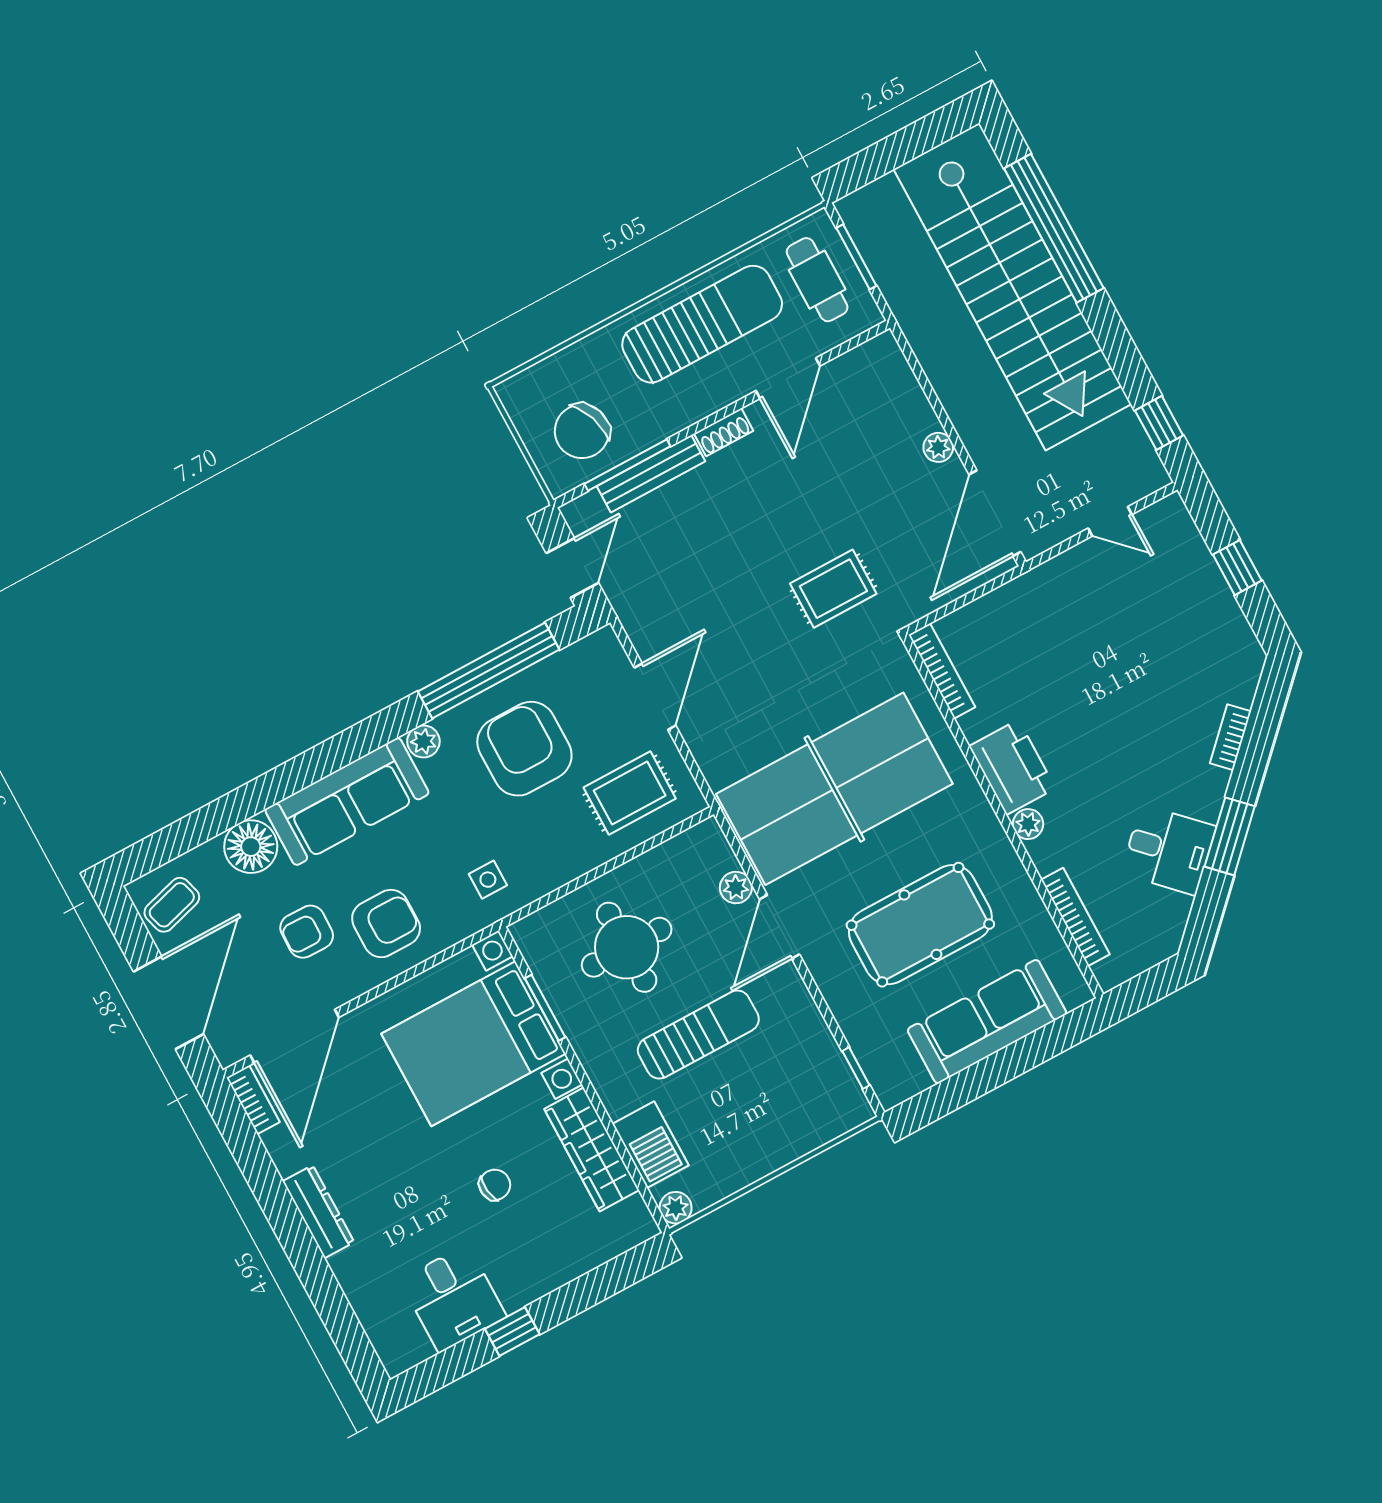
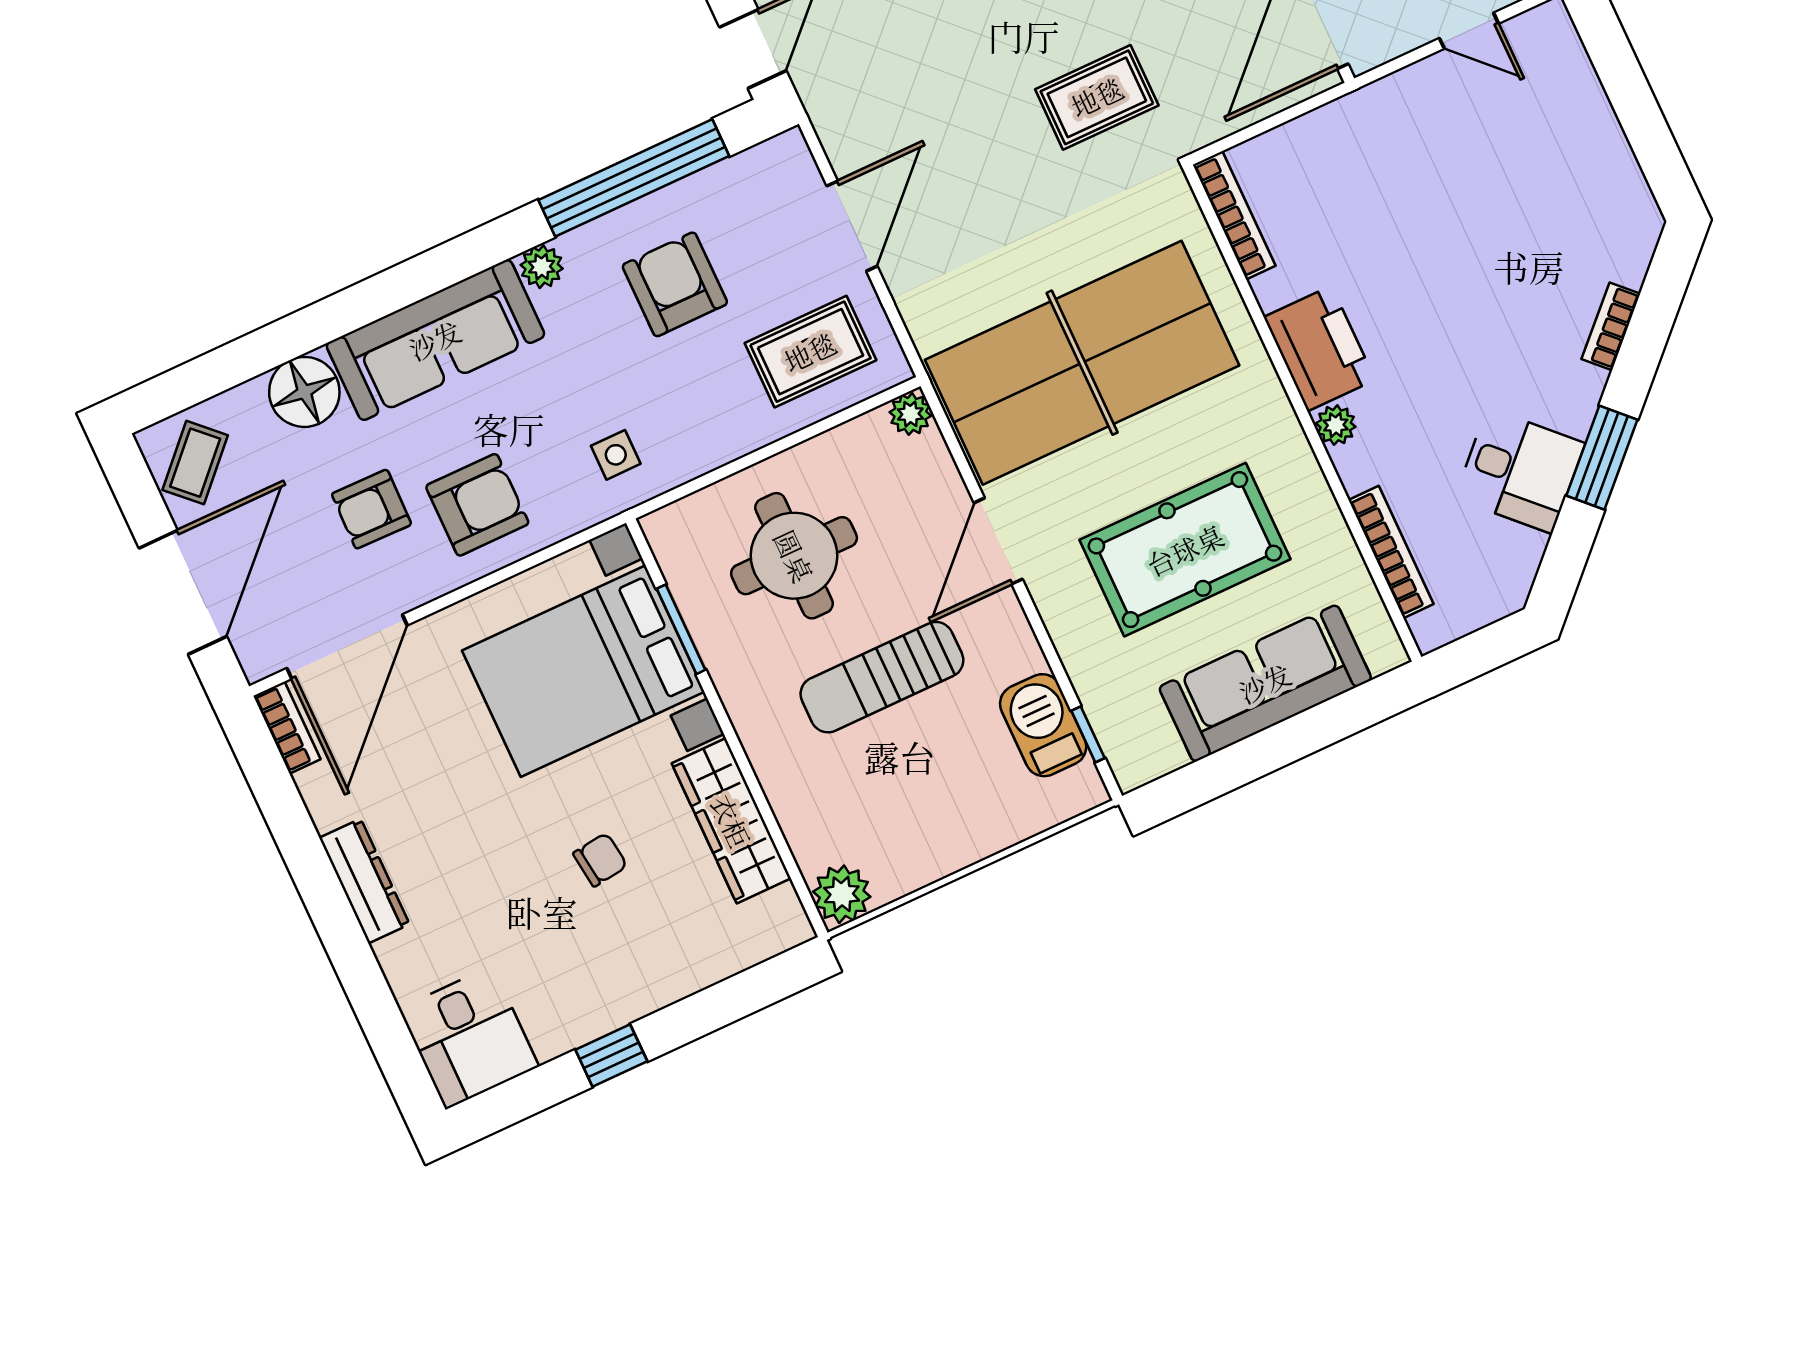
window: (1237, 568) -> (1634, 102), removed
armchair: (524, 749) -> (675, 284), width x0.73, depth x0.73
plant: (736, 888) -> (910, 414), moved
coffee table: (172, 905) -> (195, 463), turned -30
sun lounger: (698, 1035) -> (882, 677), turned 180
barbecue: (651, 1145) -> (1043, 725), moved, turned 180
plant: (676, 1208) -> (842, 894), width x1.38, depth x1.38
desk: (453, 1298) -> (469, 1038), moved

